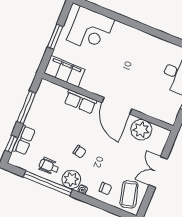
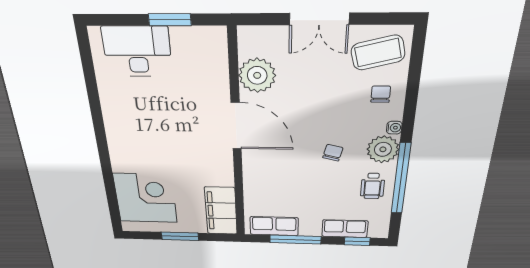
row of seats: (80, 102) -> (274, 226), moved, turned -90
door: (117, 106) -> (236, 126), hinge flipped

